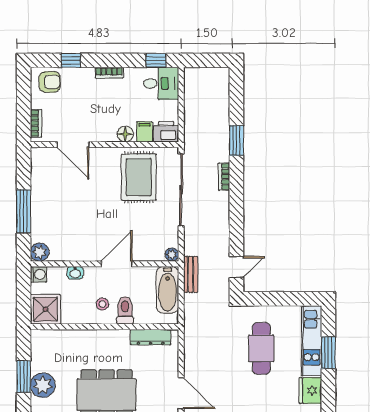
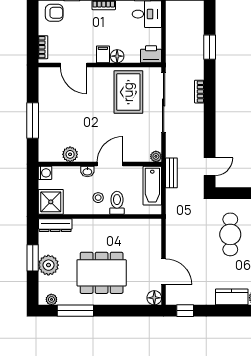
filing cabinet: (144, 132) -> (103, 54), moved
window: (236, 140) -> (210, 47), moved
plant: (40, 252) -> (70, 154), moved
washbasin: (75, 273) -> (87, 172), moved
dresser: (151, 337) -> (55, 225), moved

